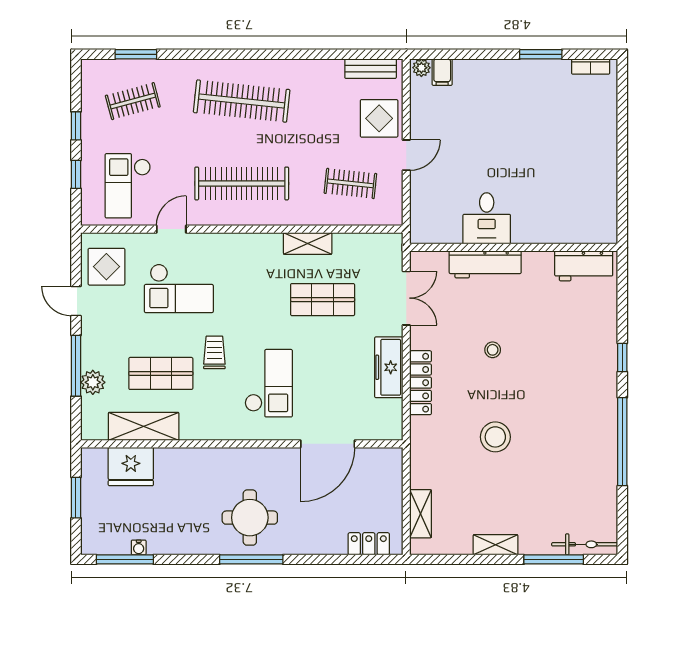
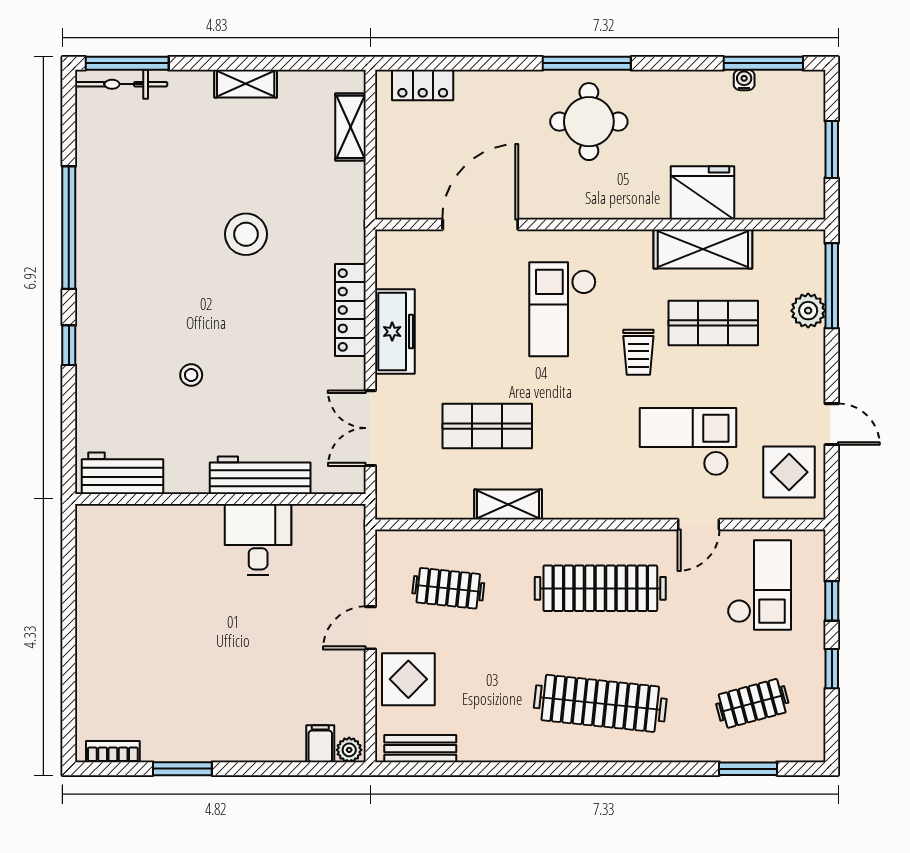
stool: (493, 350) -> (191, 375), moved
window: (76, 366) -> (832, 286), moved
shelving: (144, 426) -> (703, 249), moved
fridge: (131, 467) -> (703, 193), moved
window: (554, 559) -> (127, 63), moved

